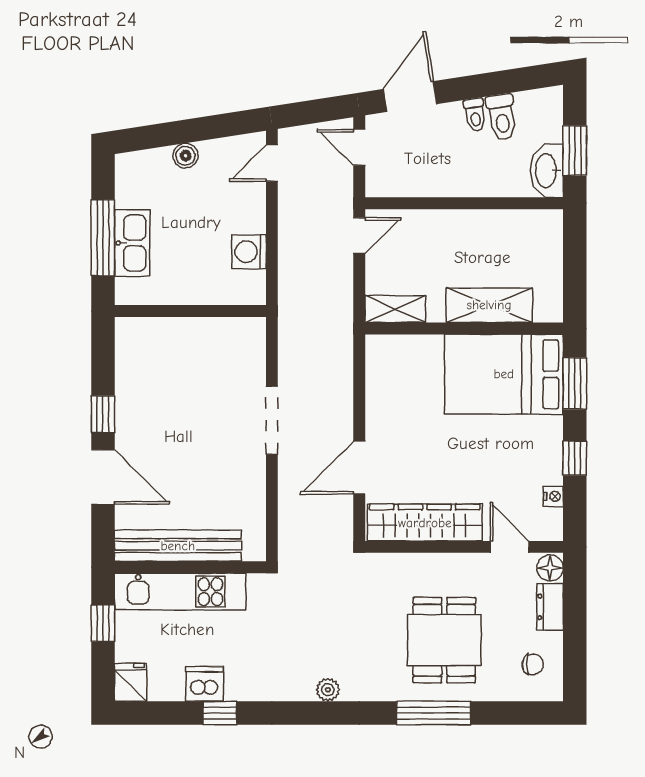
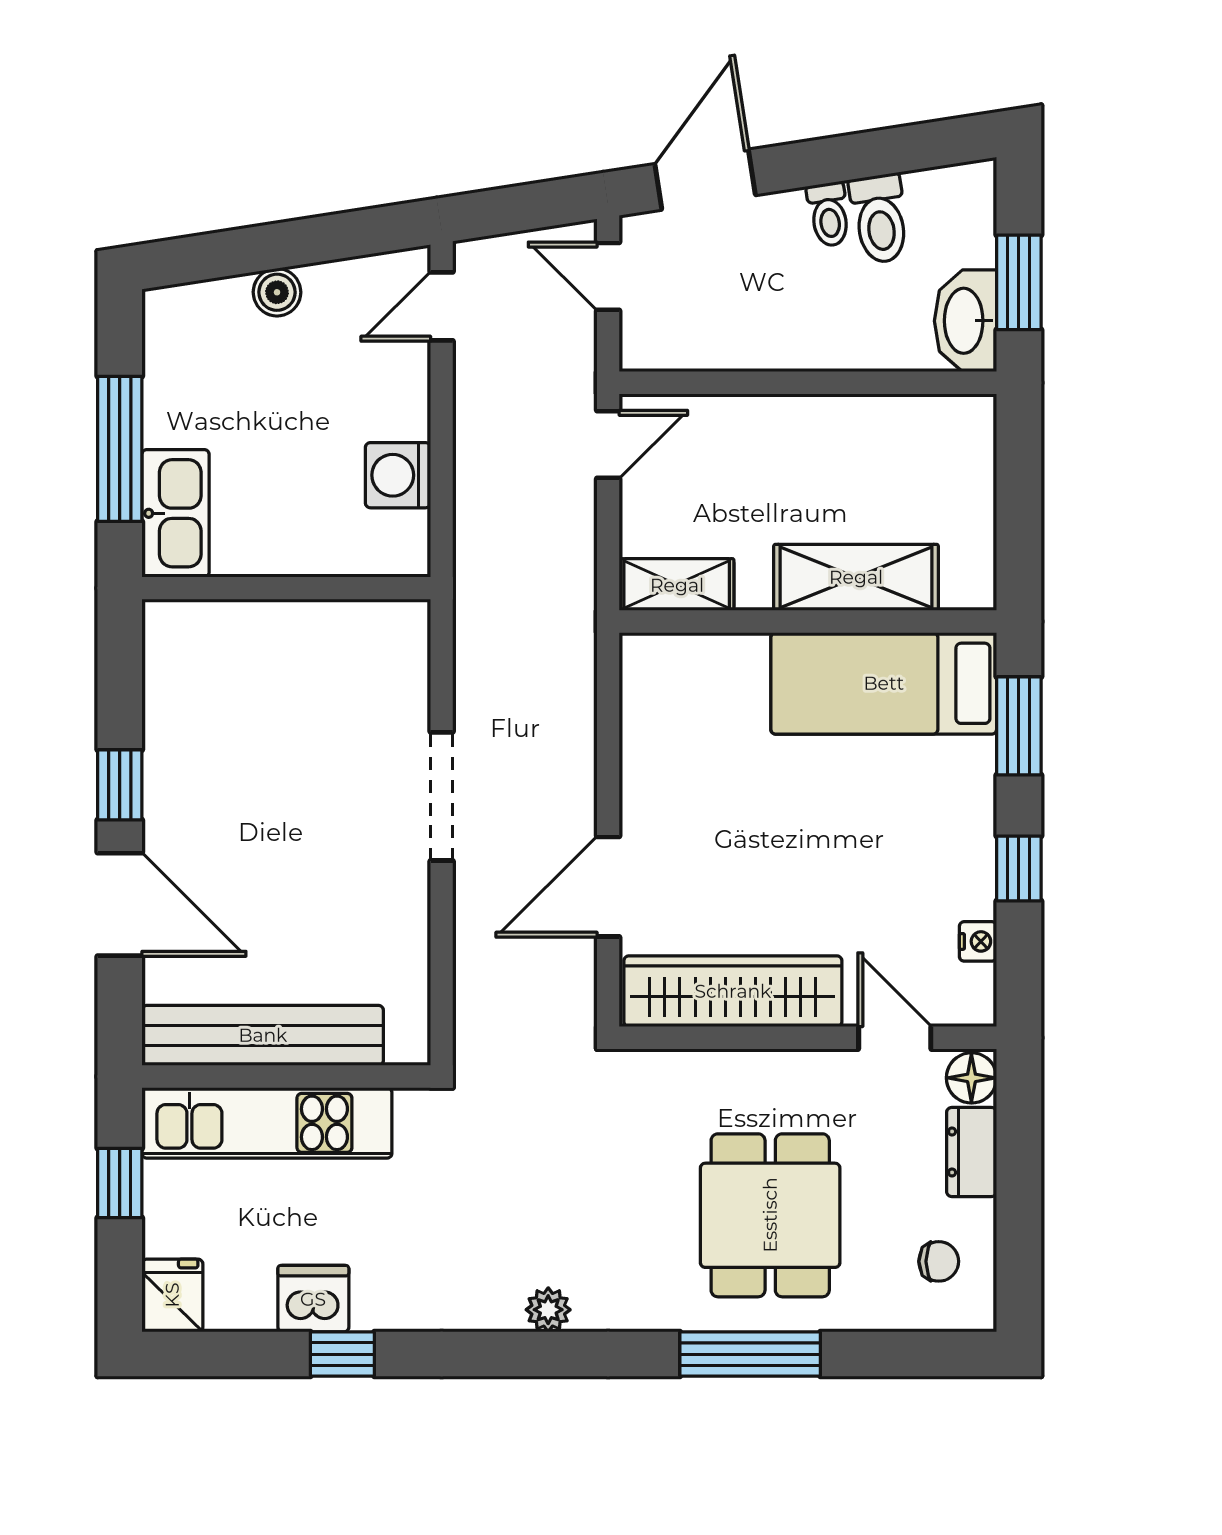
kitchen sink: (132, 243) -> (176, 513), moved
bed: (504, 374) -> (884, 683), width x0.67

